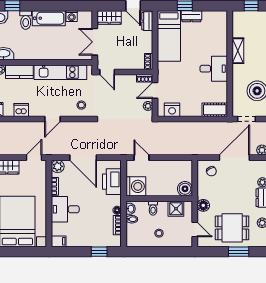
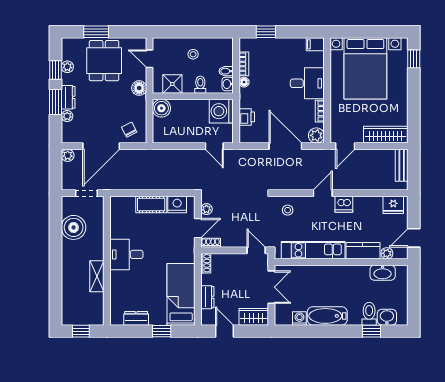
dresser: (191, 16) -> (136, 318), moved
toilet: (26, 20) -> (369, 314), moved
dresser: (147, 21) -> (207, 297), moved
dishwasher: (21, 110) -> (344, 204), moved
cot: (215, 110) -> (151, 204), moved
printer: (112, 182) -> (247, 117), width x0.53, depth x0.68
dining table: (232, 228) -> (104, 61), turned 90

